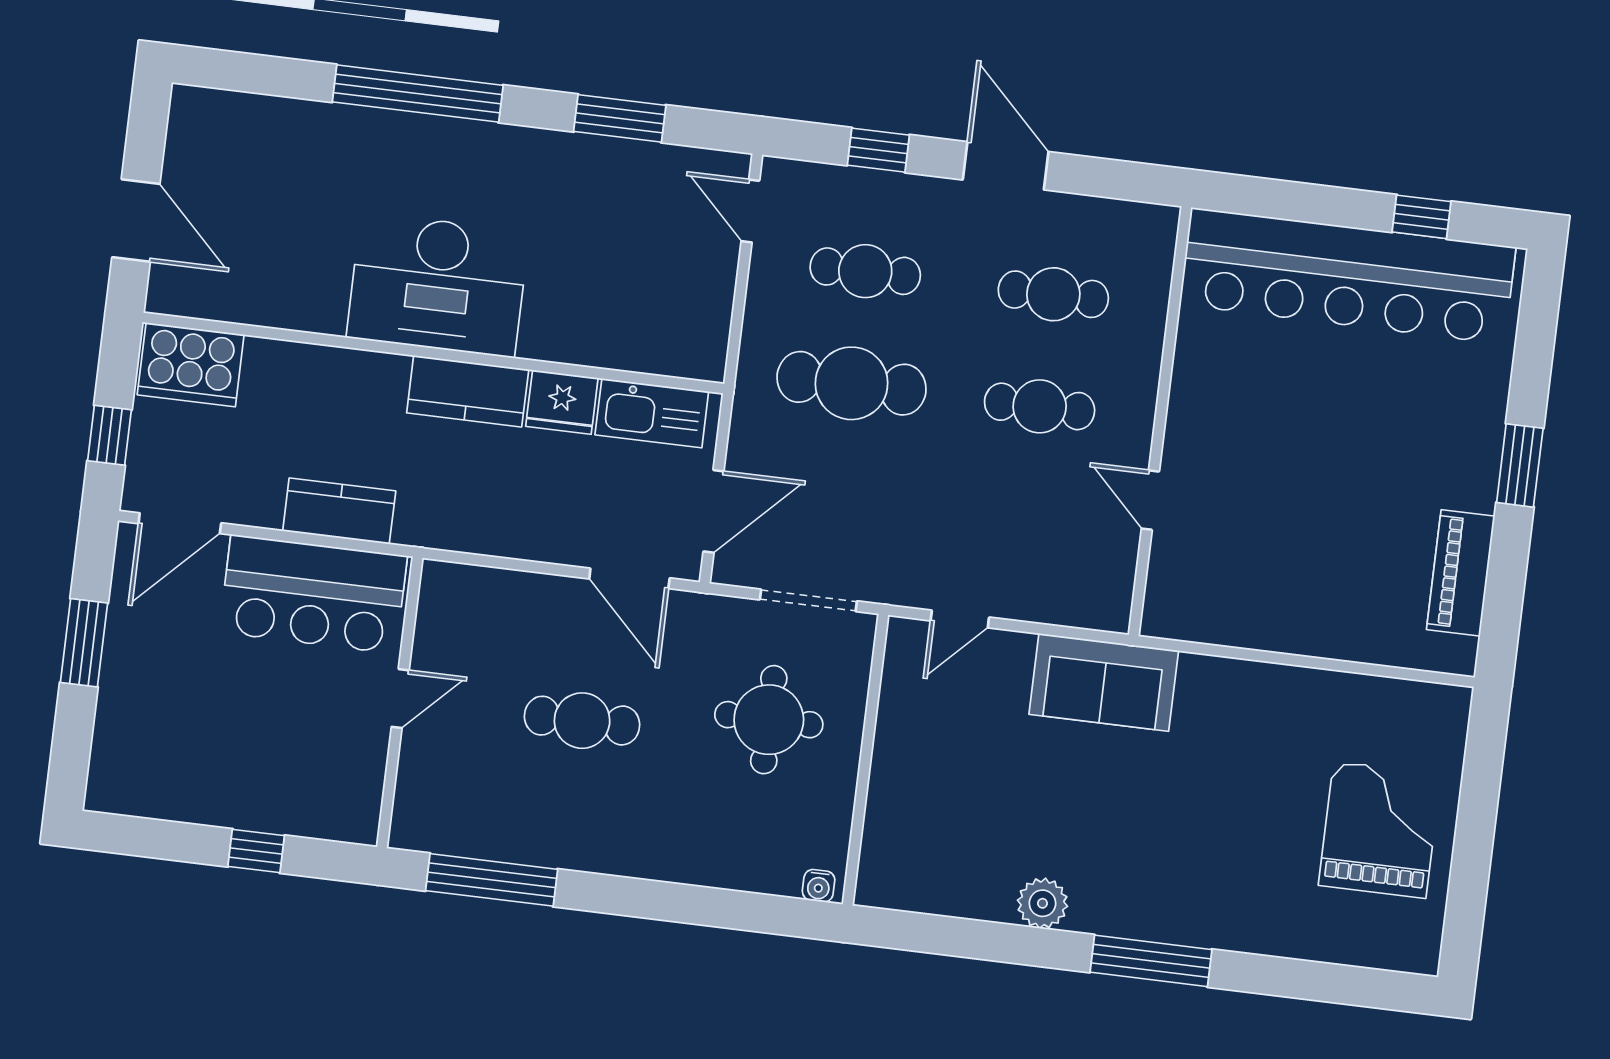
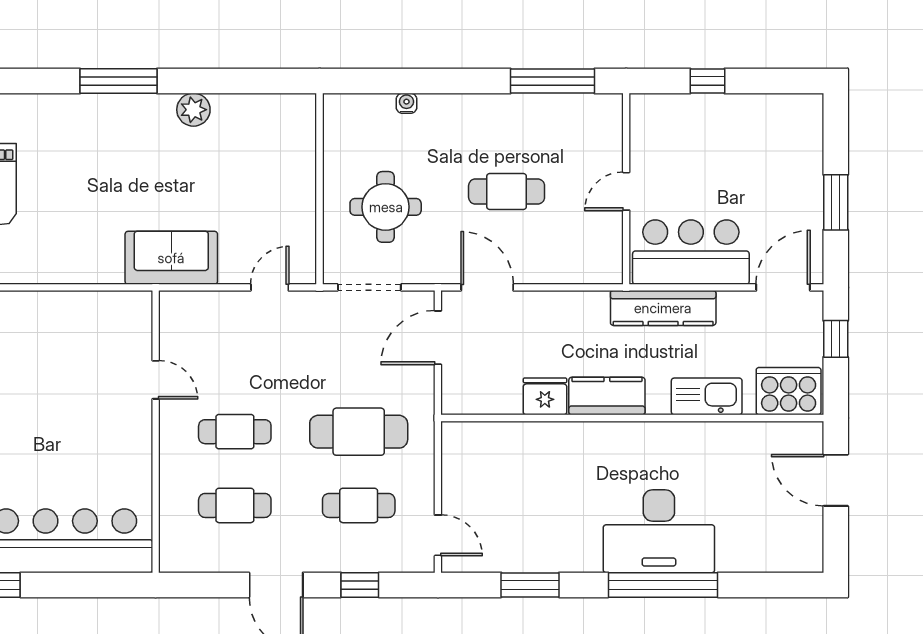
desk: (438, 285) -> (659, 531), moved, turned 180
kitchen sink: (652, 413) -> (707, 396), moved
kitchen counter: (339, 511) -> (663, 308), width x1.50
water cooler: (819, 886) -> (406, 103), moved

